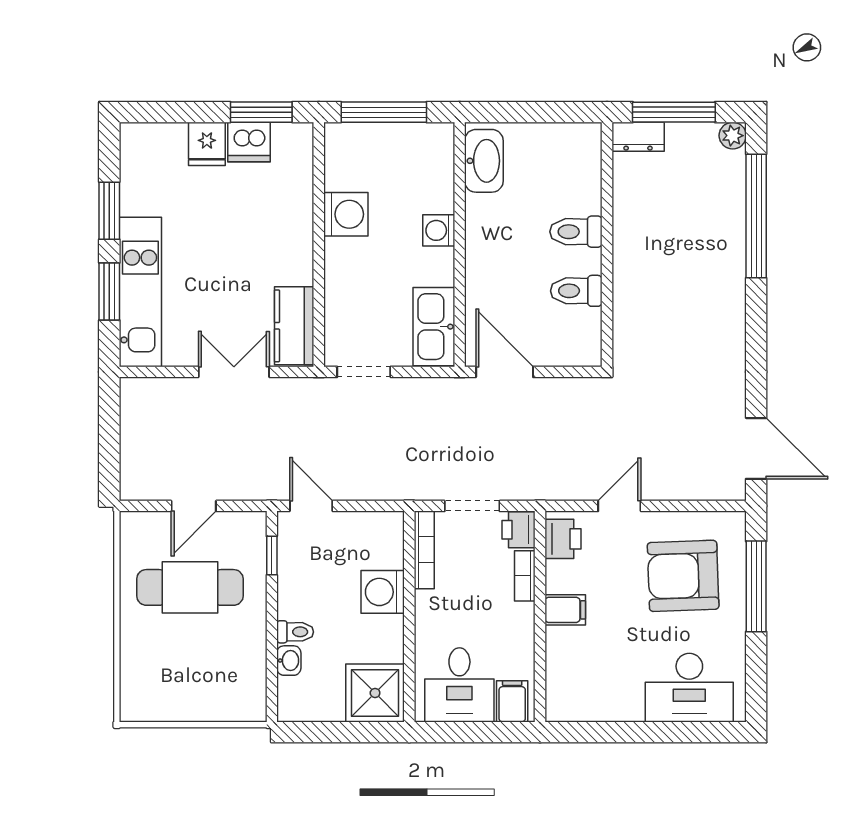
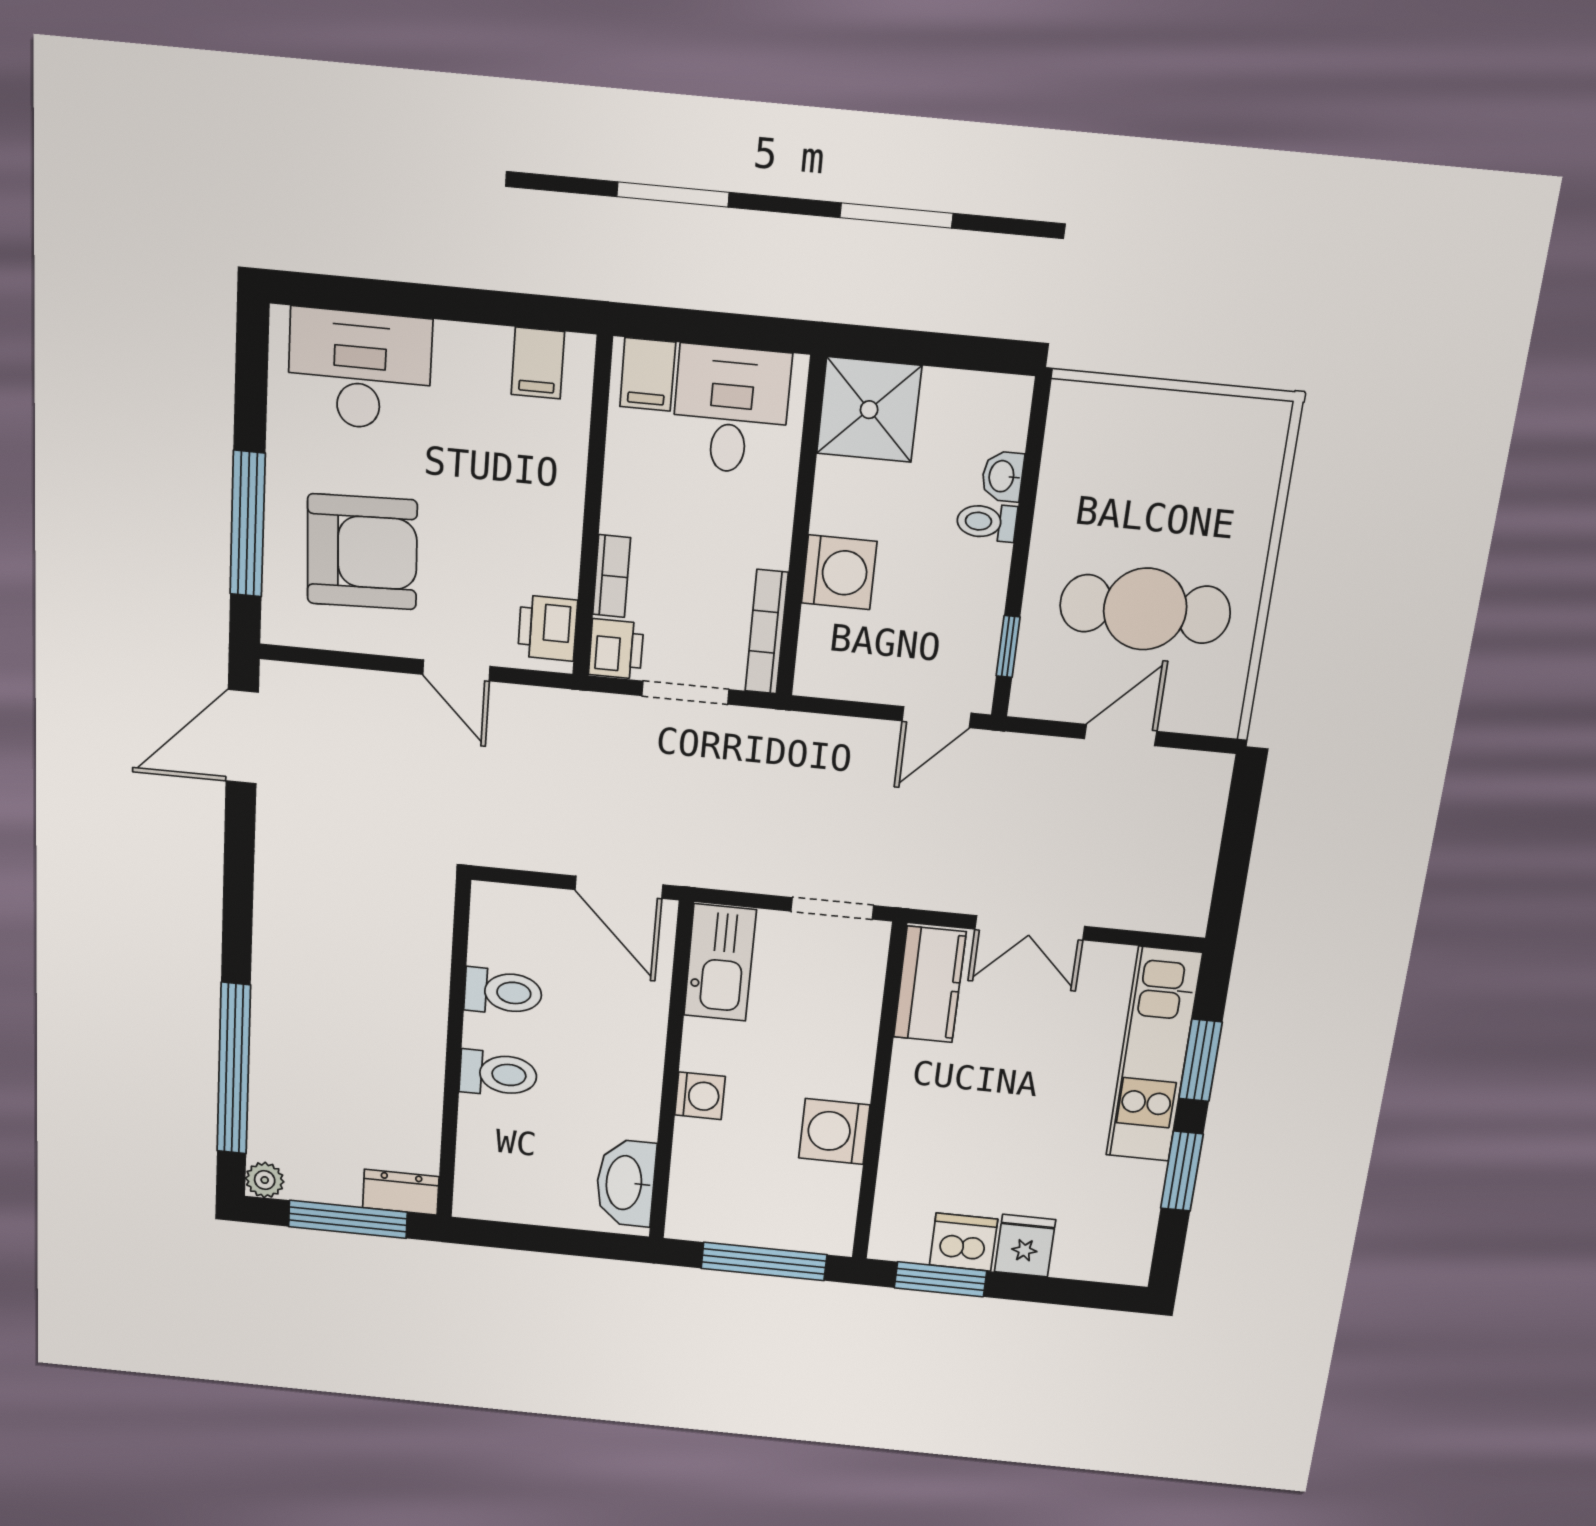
door: (756, 448) -> (242, 737), hinge flipped
door: (311, 506) -> (937, 717), hinge flipped
door: (619, 506) -> (456, 670), hinge flipped
filing cabinet: (565, 610) -> (538, 363), moved, turned -90

